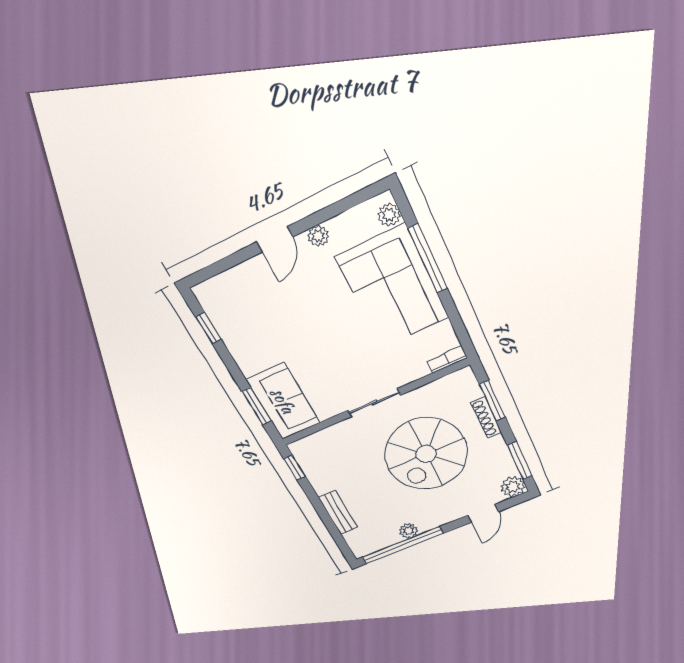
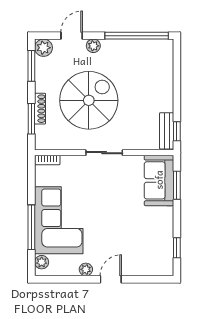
bench: (338, 513) -> (167, 131), moved
plant: (408, 531) -> (93, 46), moved

